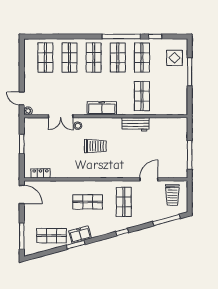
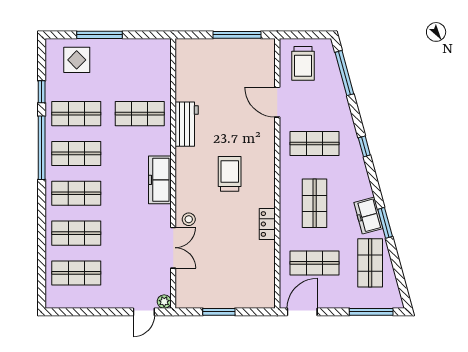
trolley: (95, 146) -> (230, 174), moved
locker: (40, 173) -> (267, 224), moved
trolley: (172, 195) -> (303, 63), turned 90
shop shelf: (51, 202) -> (315, 263), added

